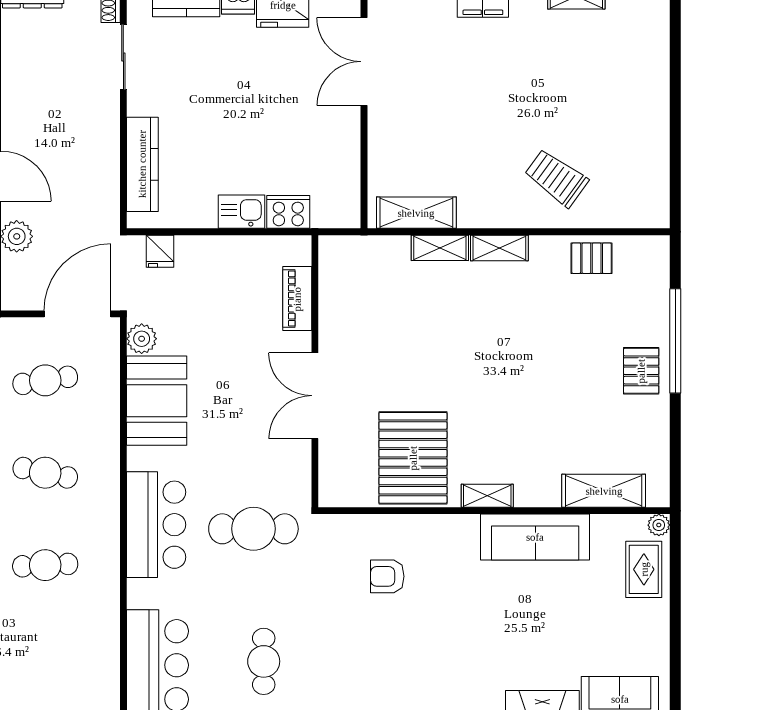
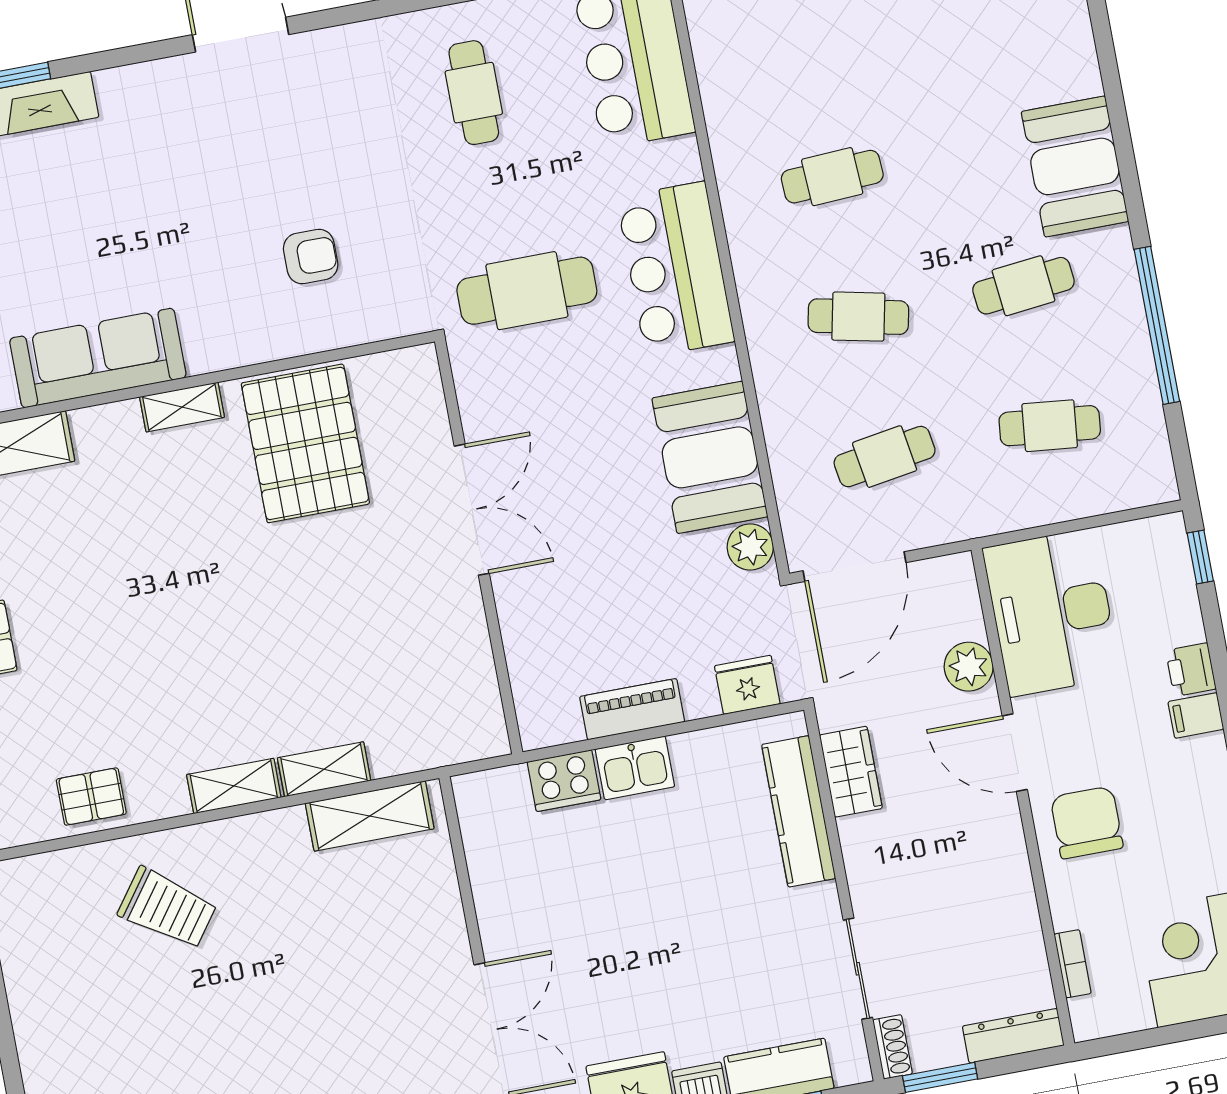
wardrobe: (104, 183) -> (851, 772), added
fridge: (160, 251) -> (747, 685), width x1.38
piano: (297, 299) -> (632, 709), moved, turned -90

